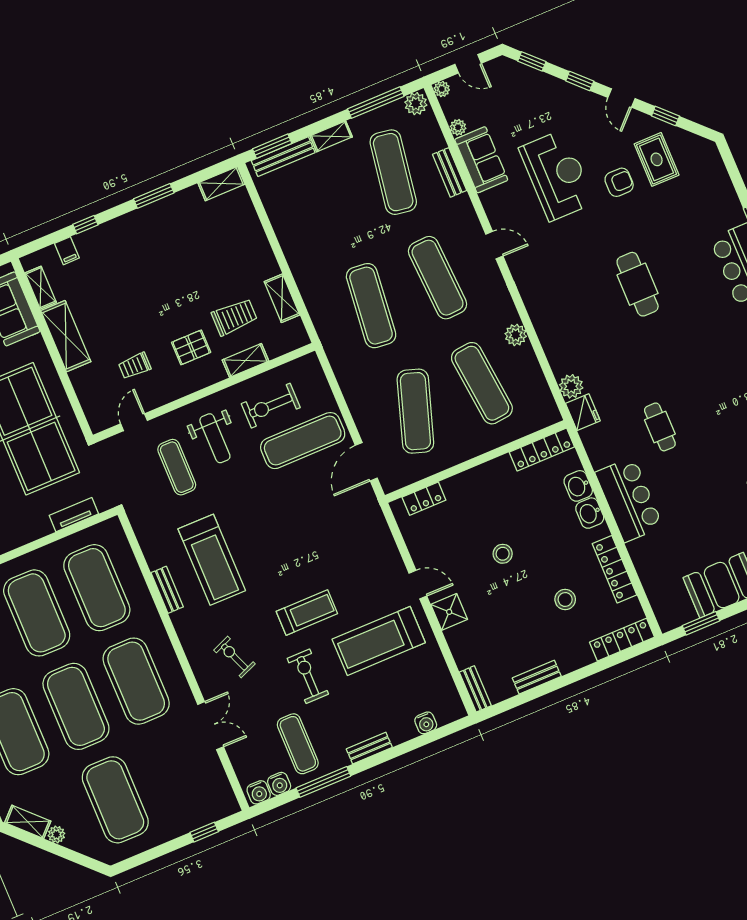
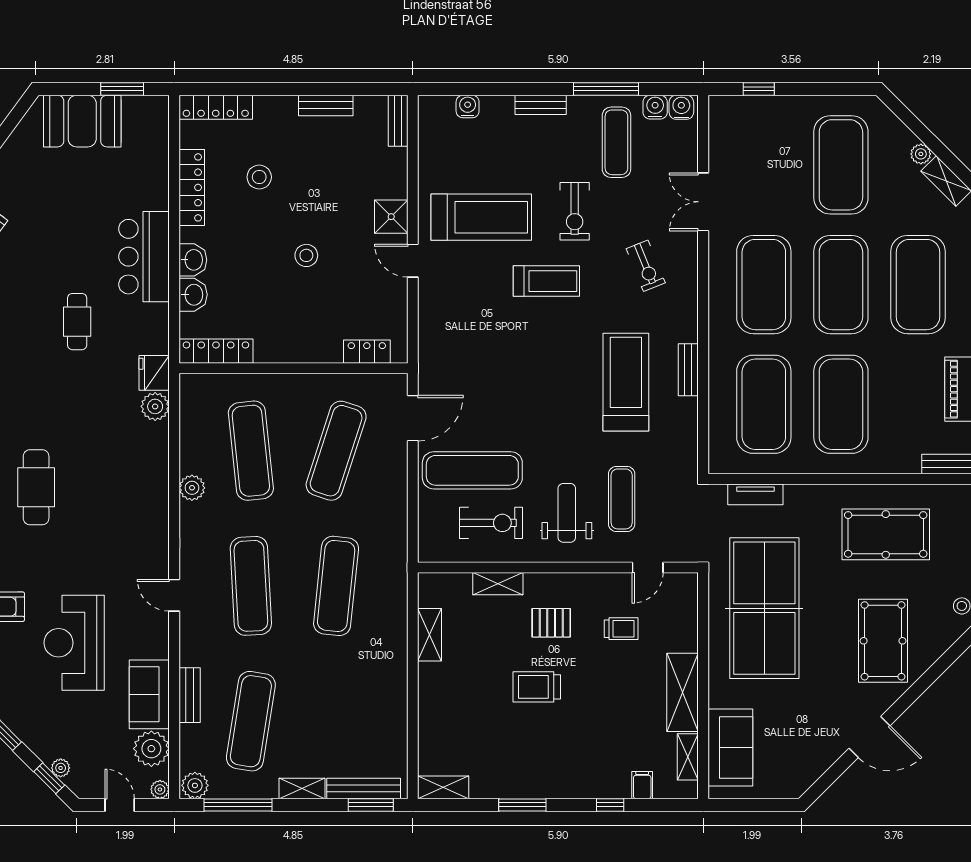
plant: (526, 73) -> (61, 768), added
plant: (458, 127) -> (151, 749), width x1.87, depth x1.87
trolley: (234, 317) -> (537, 687), moved
treadmill: (307, 612) -> (546, 281), turned 180

